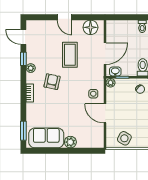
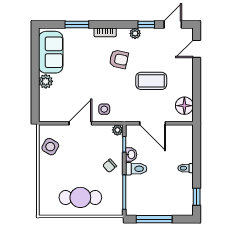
door: (64, 17) -> (197, 49), moved
washbasin: (115, 71) -> (131, 154), moved
window: (23, 131) -> (77, 25), moved

